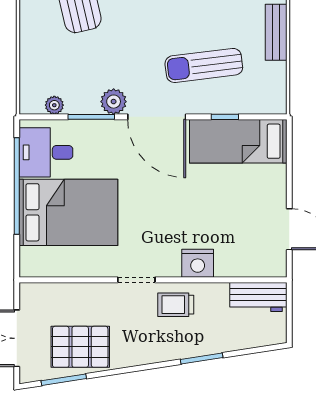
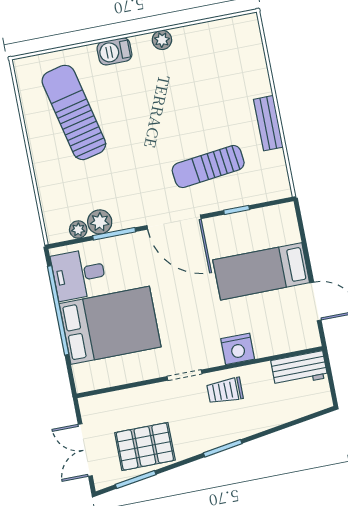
plant: (114, 102) -> (100, 222), moved
bed: (238, 141) -> (261, 271), moved
window: (202, 358) -> (223, 448), moved

